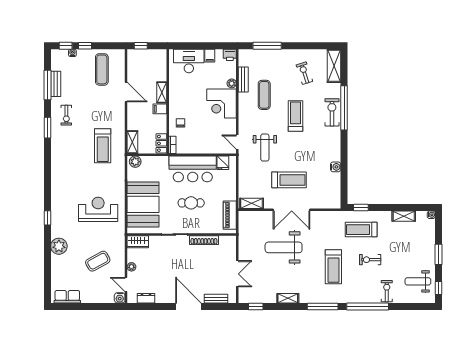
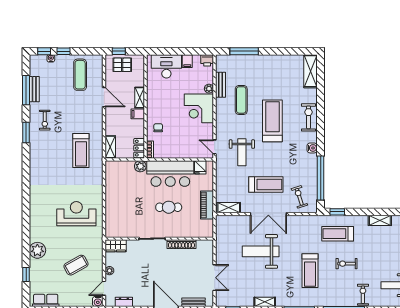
pallet: (144, 59) -> (122, 65), added
exercise bike: (304, 73) -> (299, 197), moved
window: (344, 108) -> (321, 178), moved
treadmill: (296, 116) -> (272, 121), width x1.37, depth x1.38
plant: (135, 162) -> (140, 166), moved
water cooler: (336, 167) -> (312, 148), moved
booth: (143, 204) -> (121, 209), removed
piano: (230, 215) -> (207, 205), moved
window: (47, 218) -> (26, 275), moved
door: (126, 285) -> (104, 288), hinge flipped

